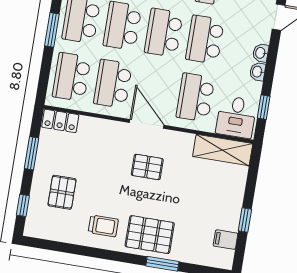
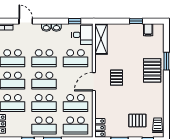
trolley: (103, 226) -> (158, 125), moved

